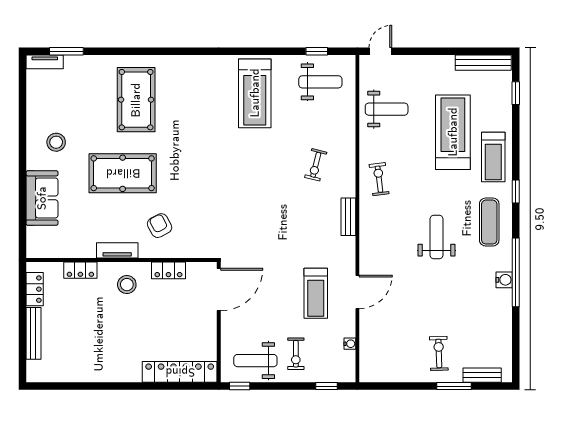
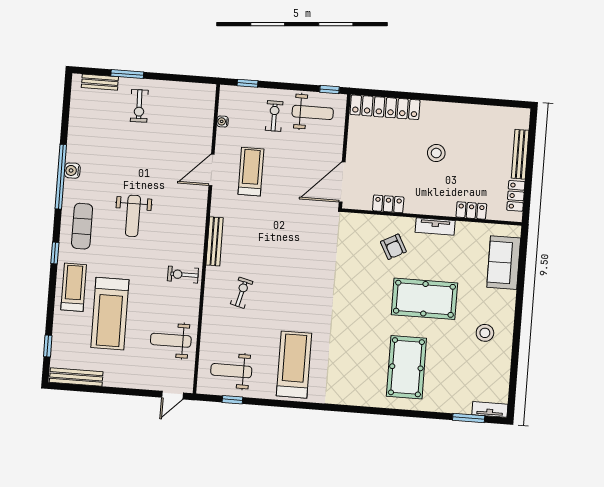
exercise bike: (379, 179) -> (183, 275), turned 97
sofa: (42, 198) -> (504, 263), moved
bench: (348, 217) -> (215, 241), width x1.36
stool: (127, 285) -> (436, 153), moved

